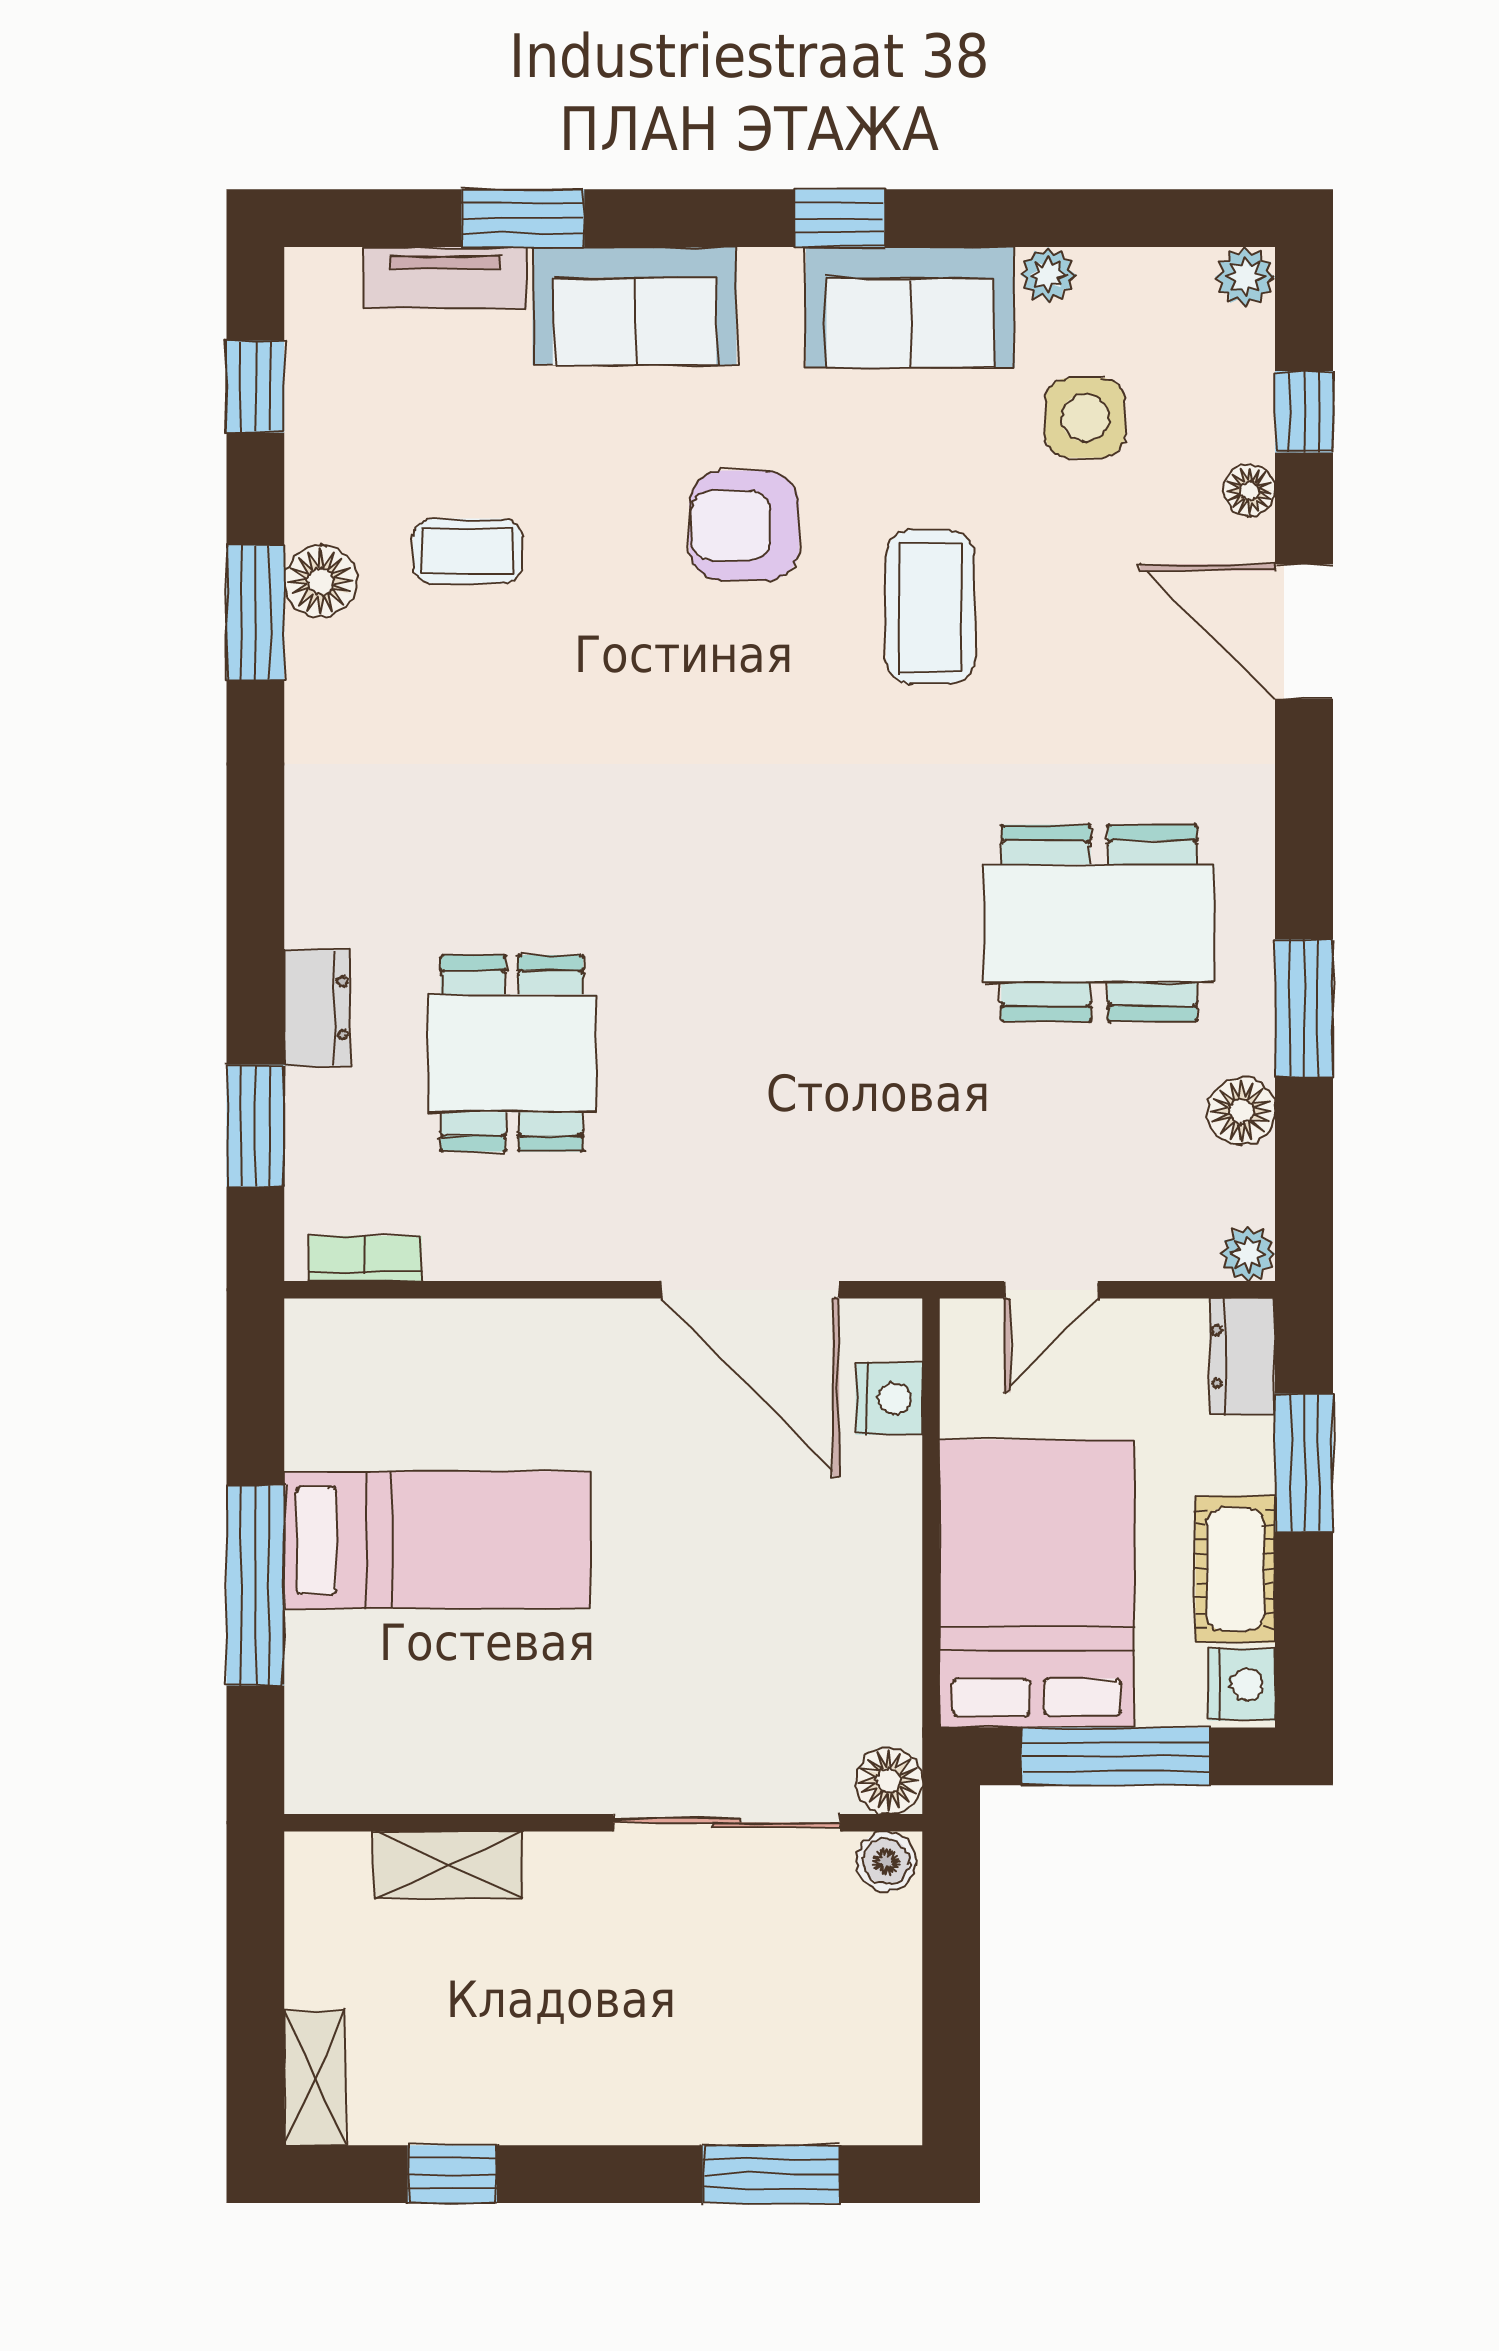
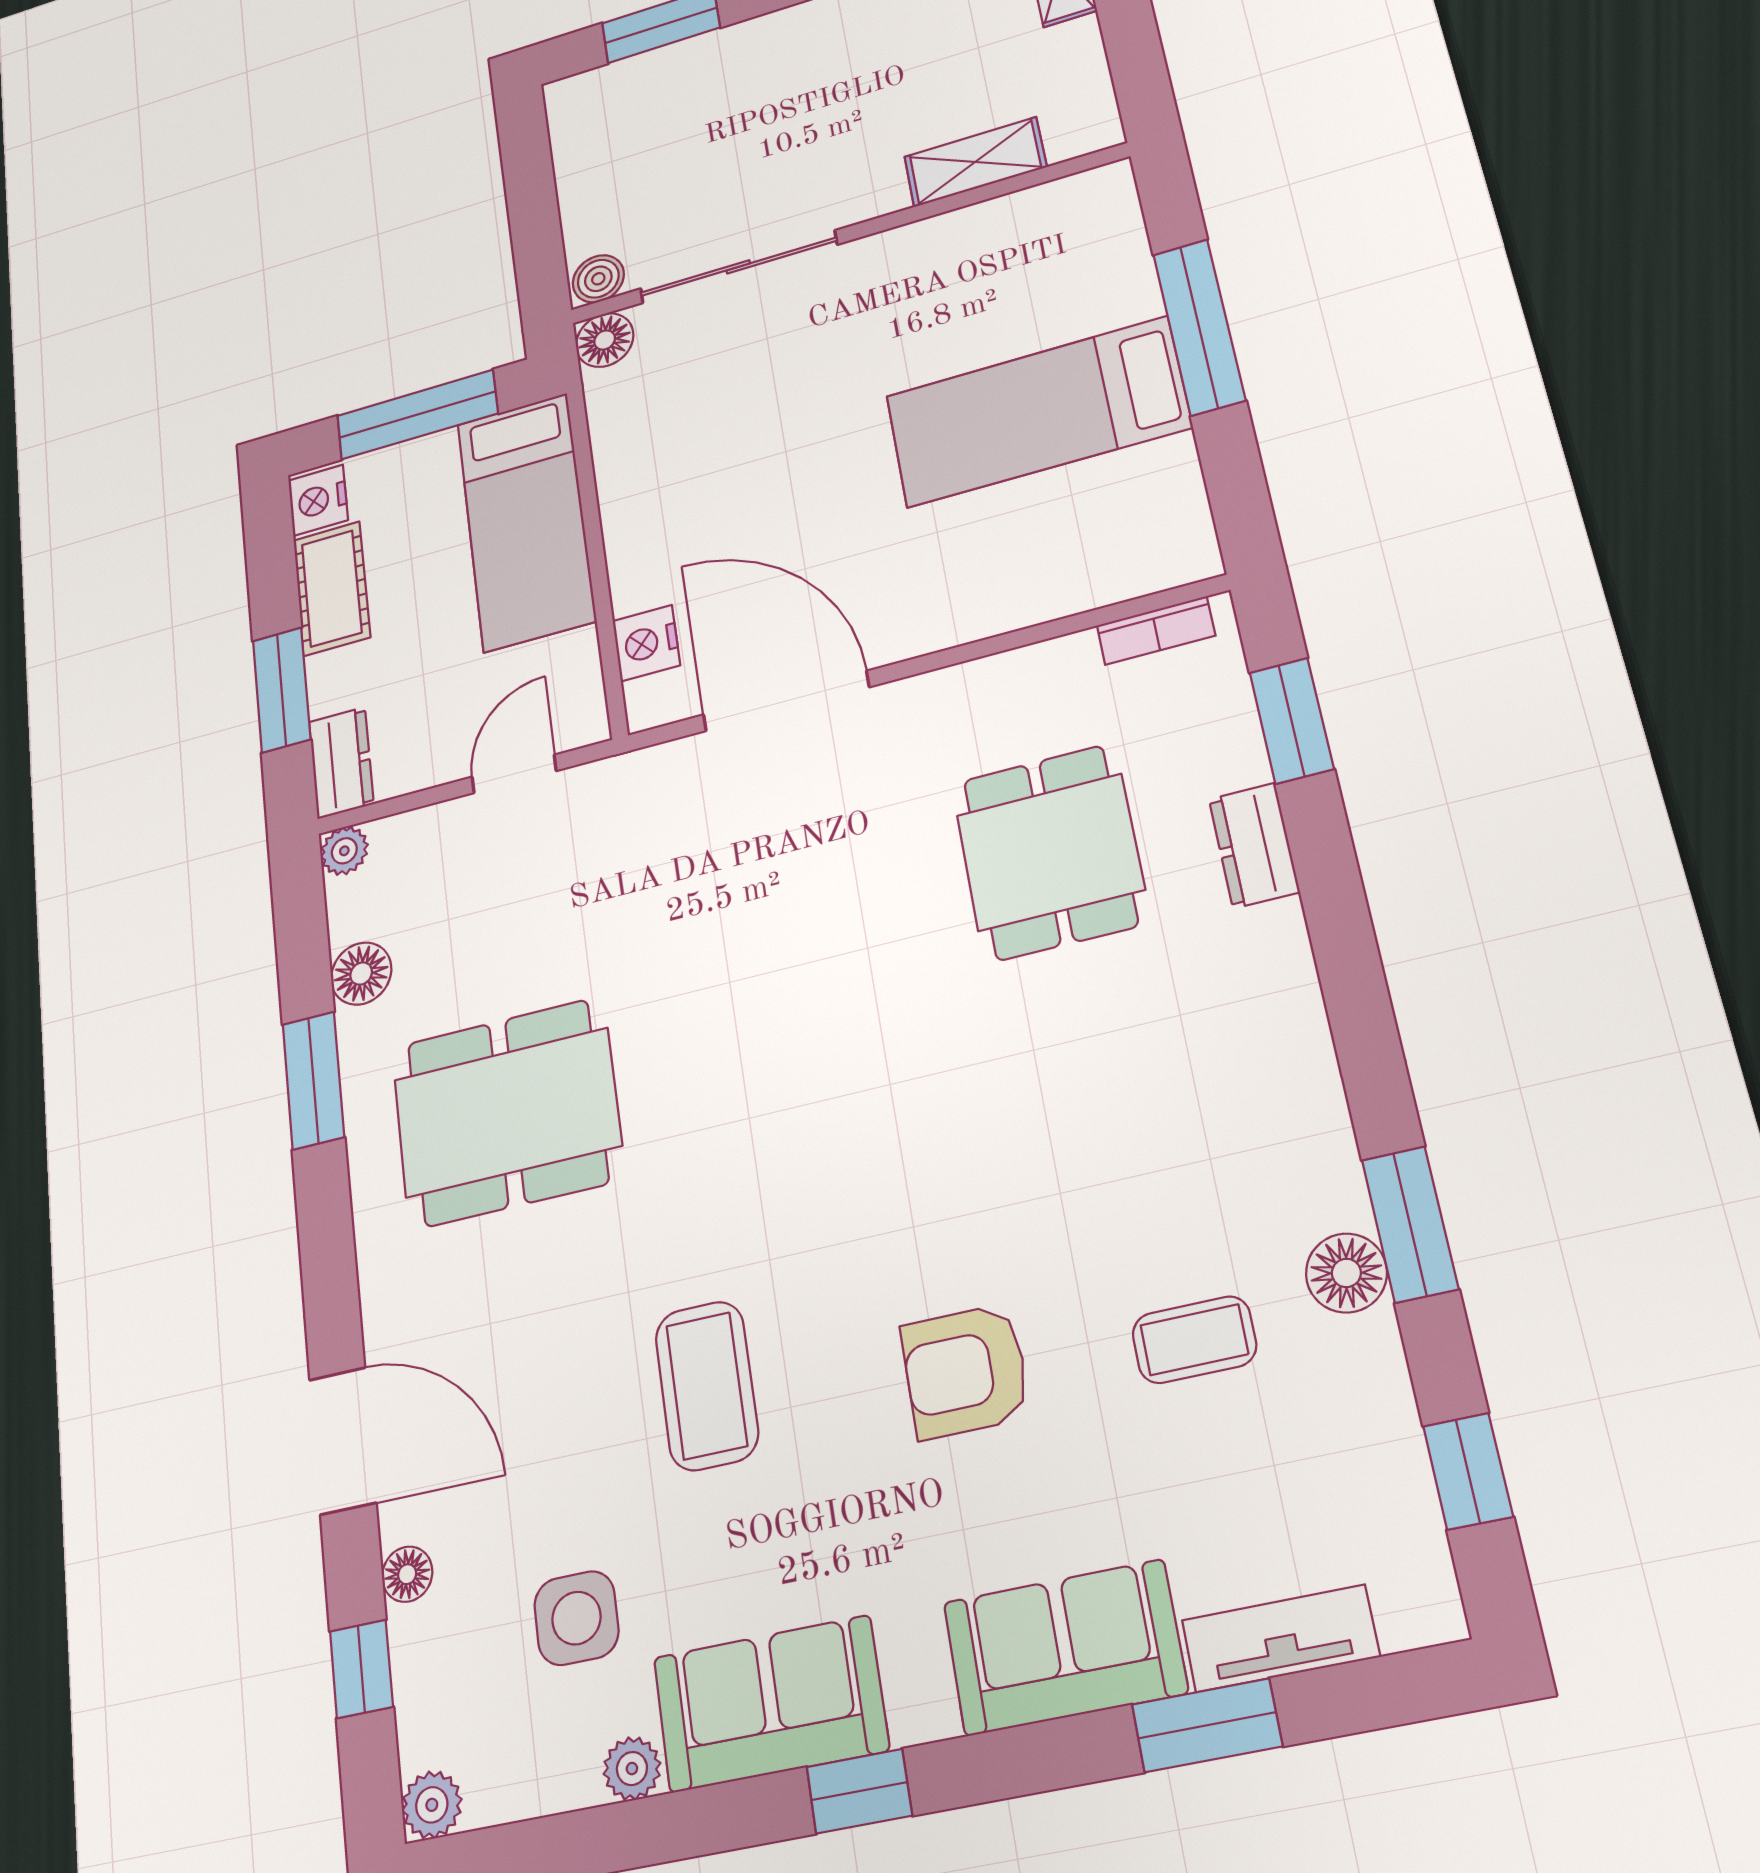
armchair: (744, 526) -> (965, 1371), moved, turned 180
bed: (1037, 1584) -> (526, 521), width x0.67

